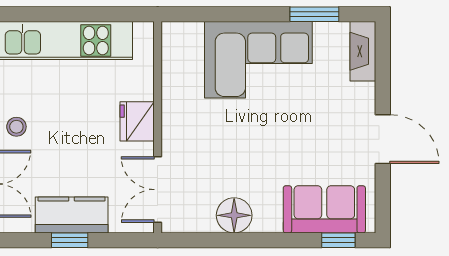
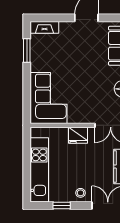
corner sofa: (258, 60) -> (49, 98), moved

